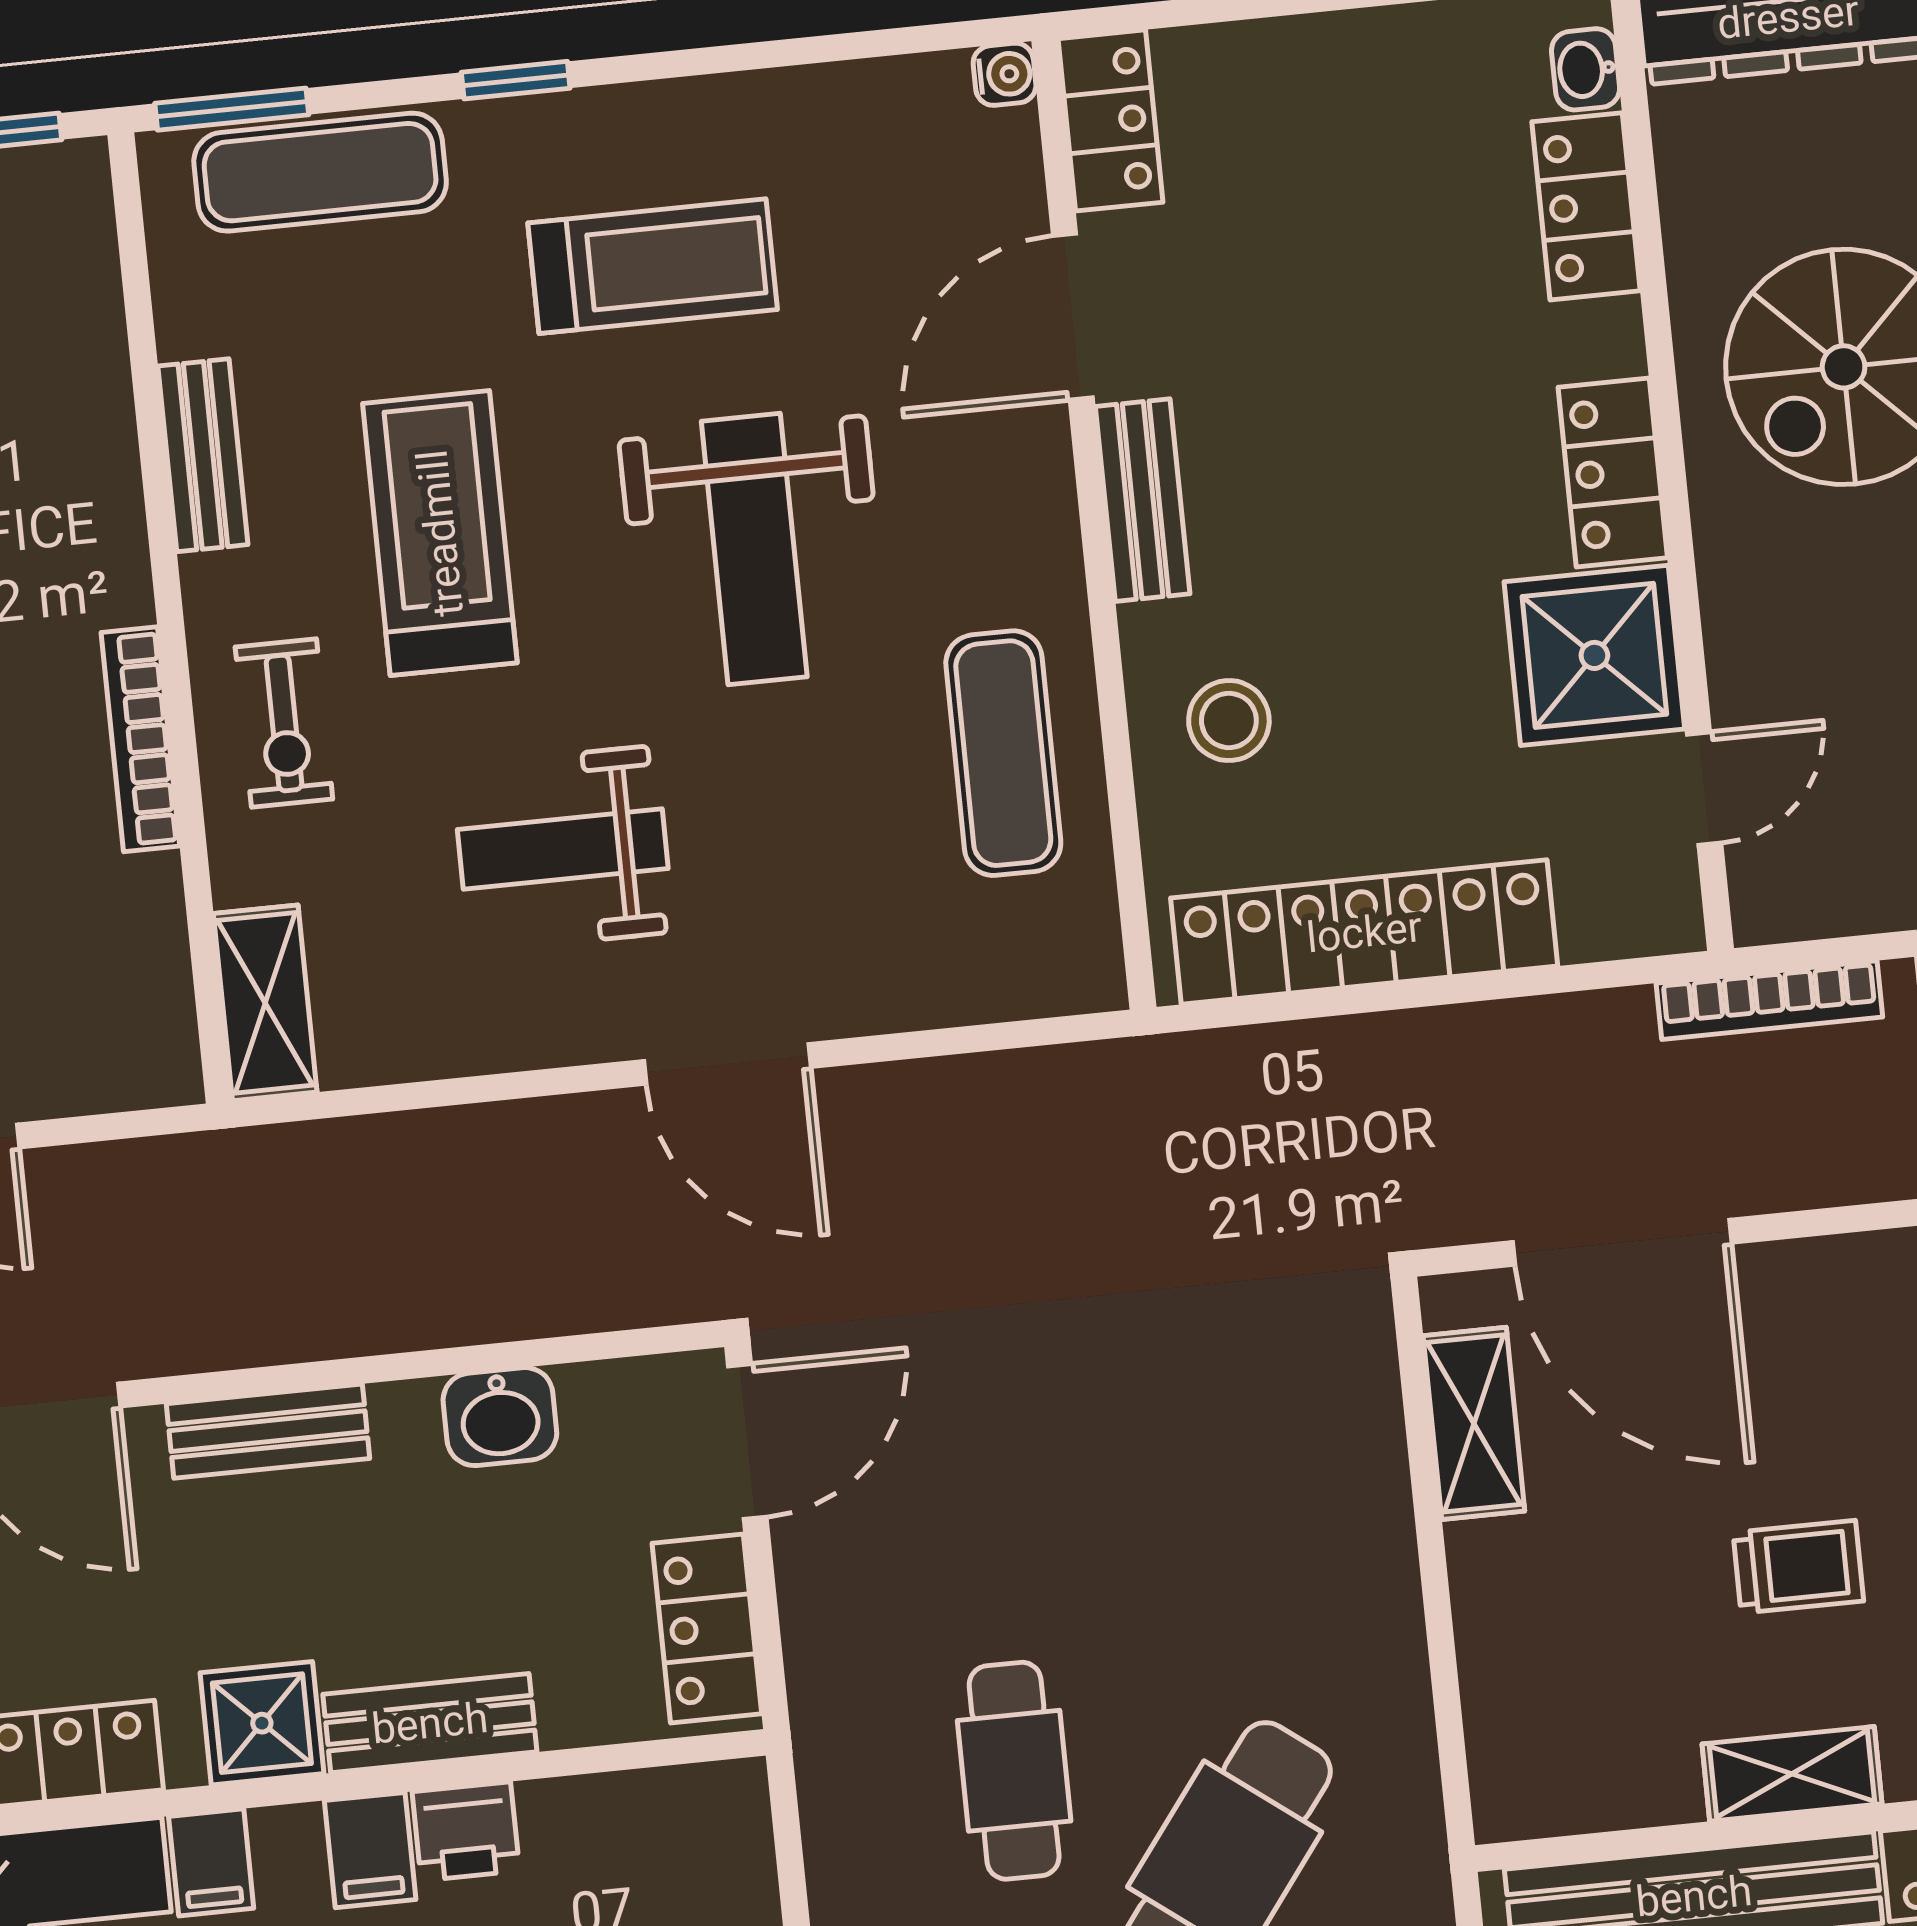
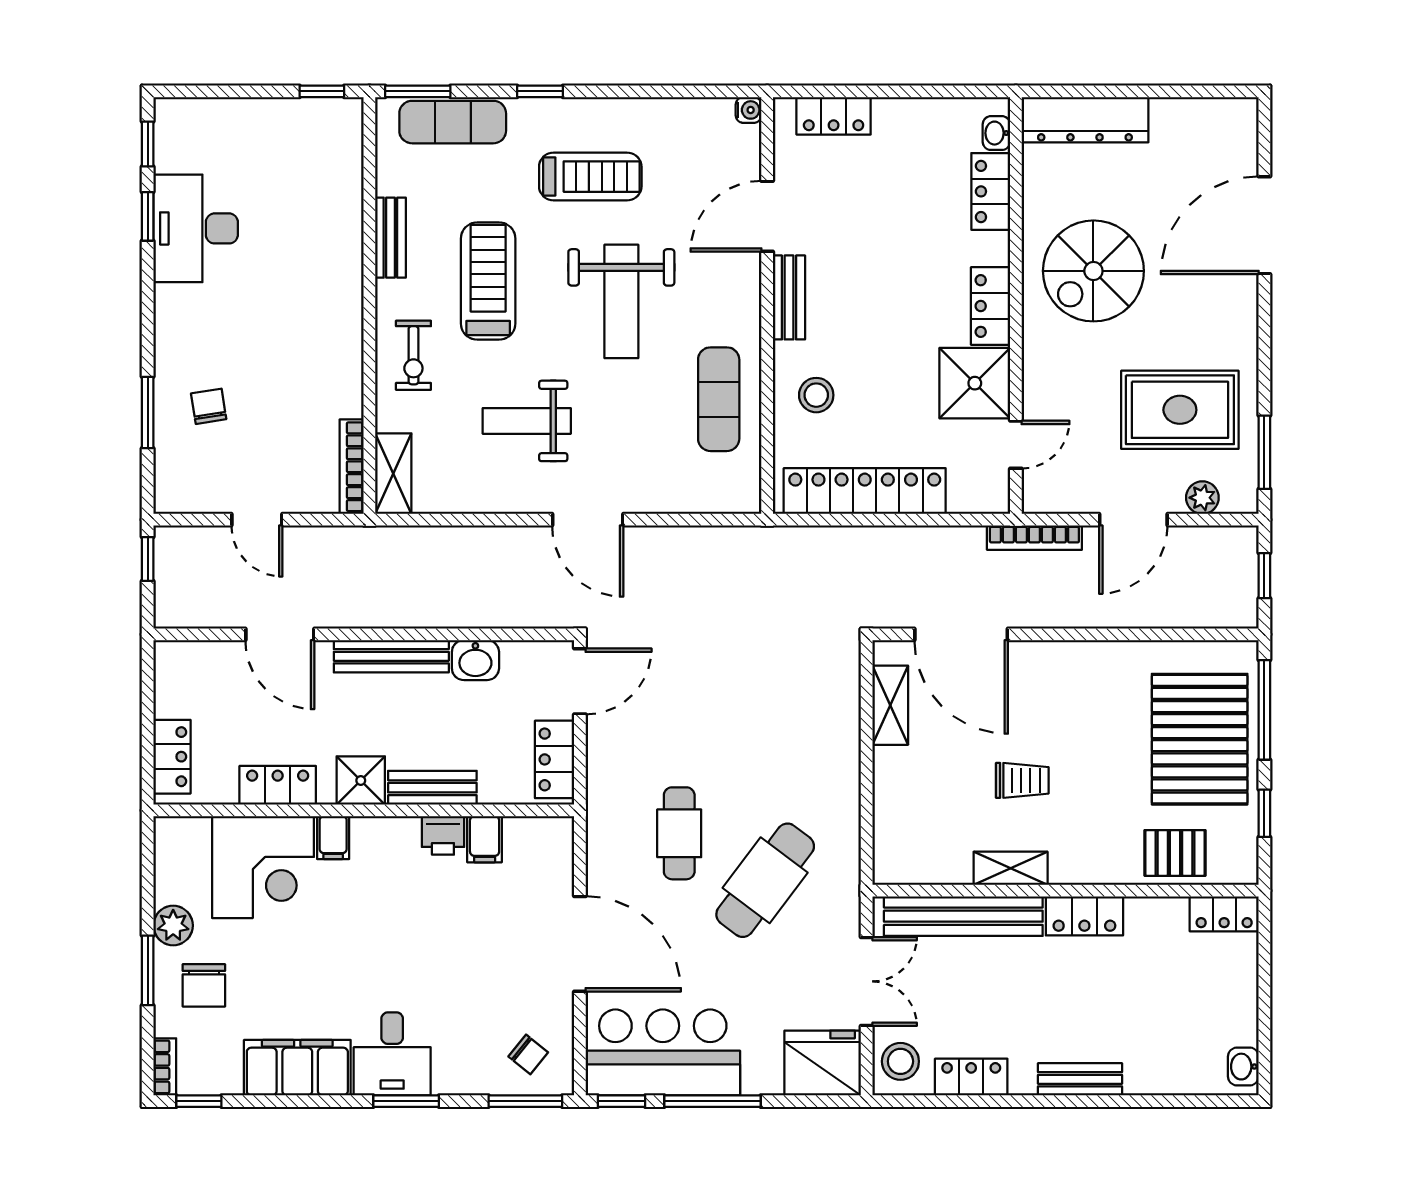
locker: (1110, 120) -> (834, 116), moved, turned 90
bookcase: (140, 739) -> (352, 467), moved
bench: (268, 1431) -> (391, 656), width x1.36
filing cabinet: (370, 1850) -> (485, 839), moved

